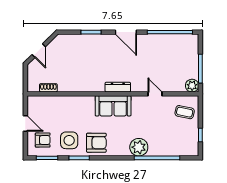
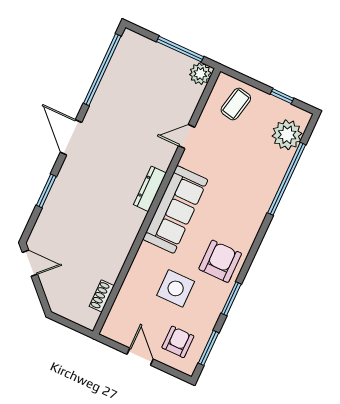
door: (126, 32) -> (71, 137), swing flipped
door: (39, 51) -> (30, 263), moved
sofa: (113, 106) -> (175, 209), width x1.36
door: (25, 123) -> (140, 357), hinge flipped
side table: (69, 140) -> (176, 288), moved
plant: (139, 147) -> (287, 135), moved

